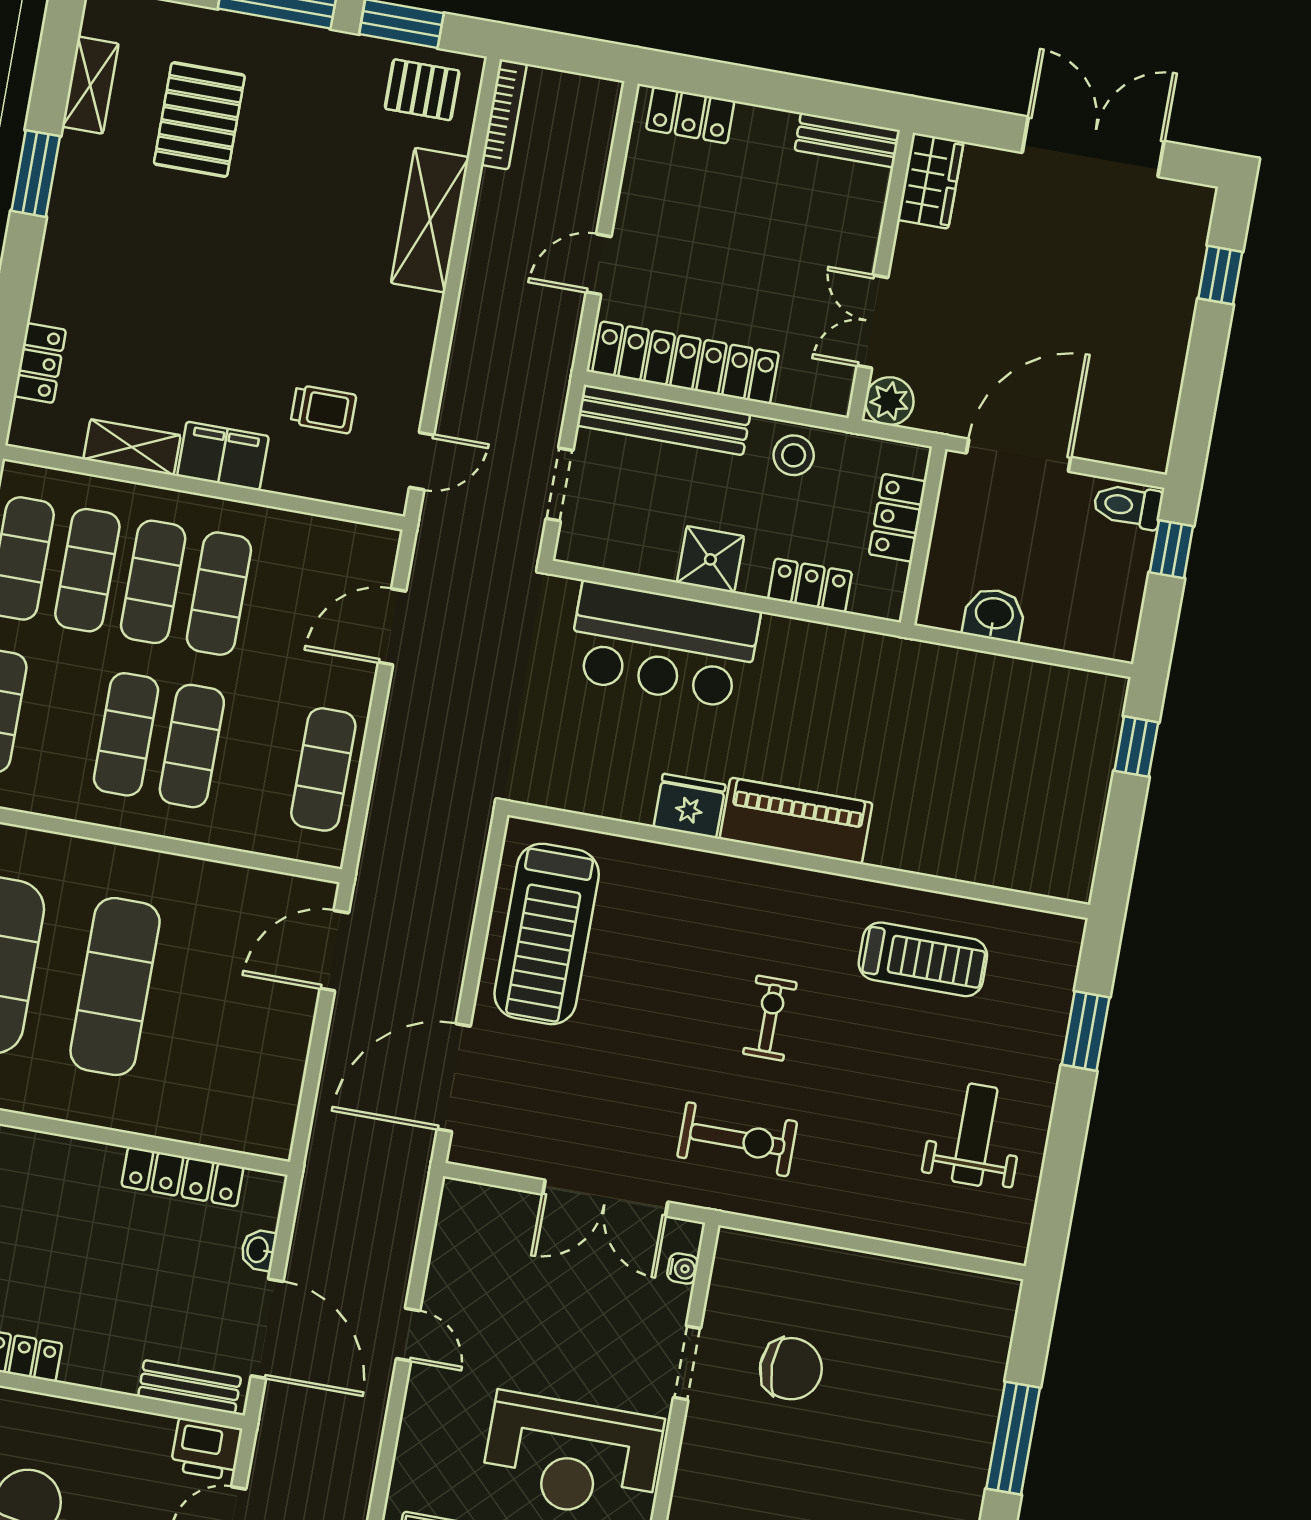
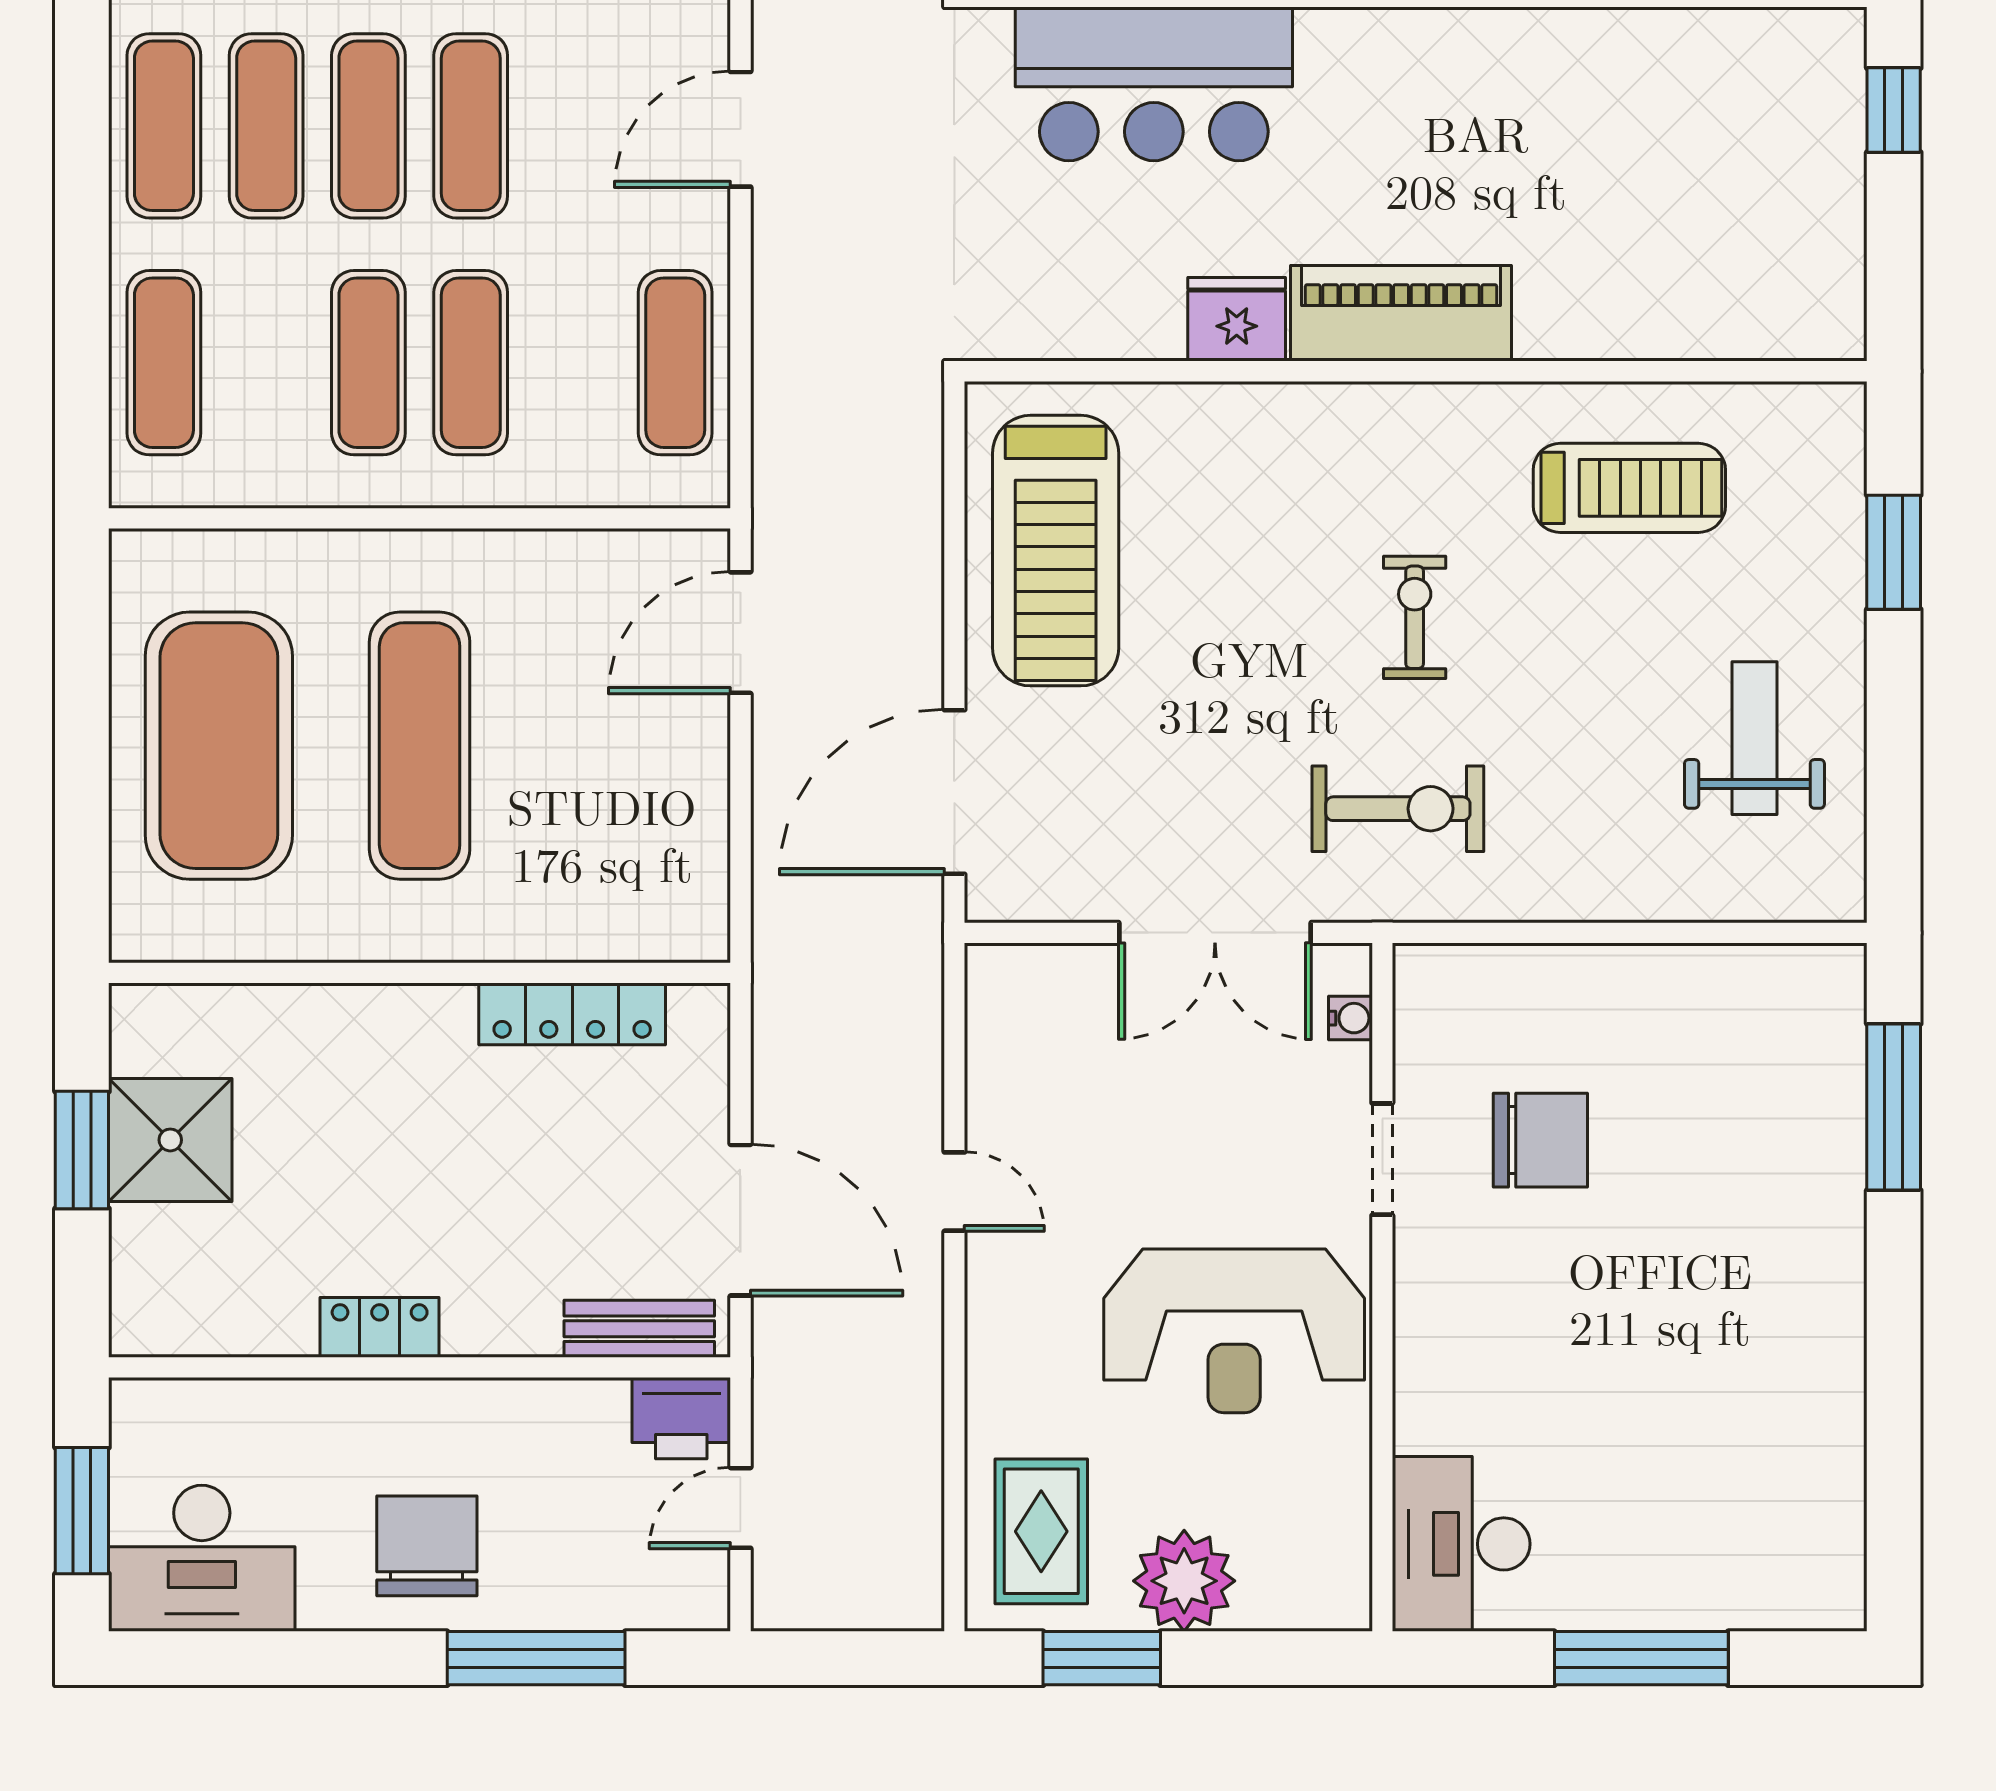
washbasin: (258, 1250) -> (706, 1104), removed
window: (1013, 1438) -> (1894, 1107), moved

